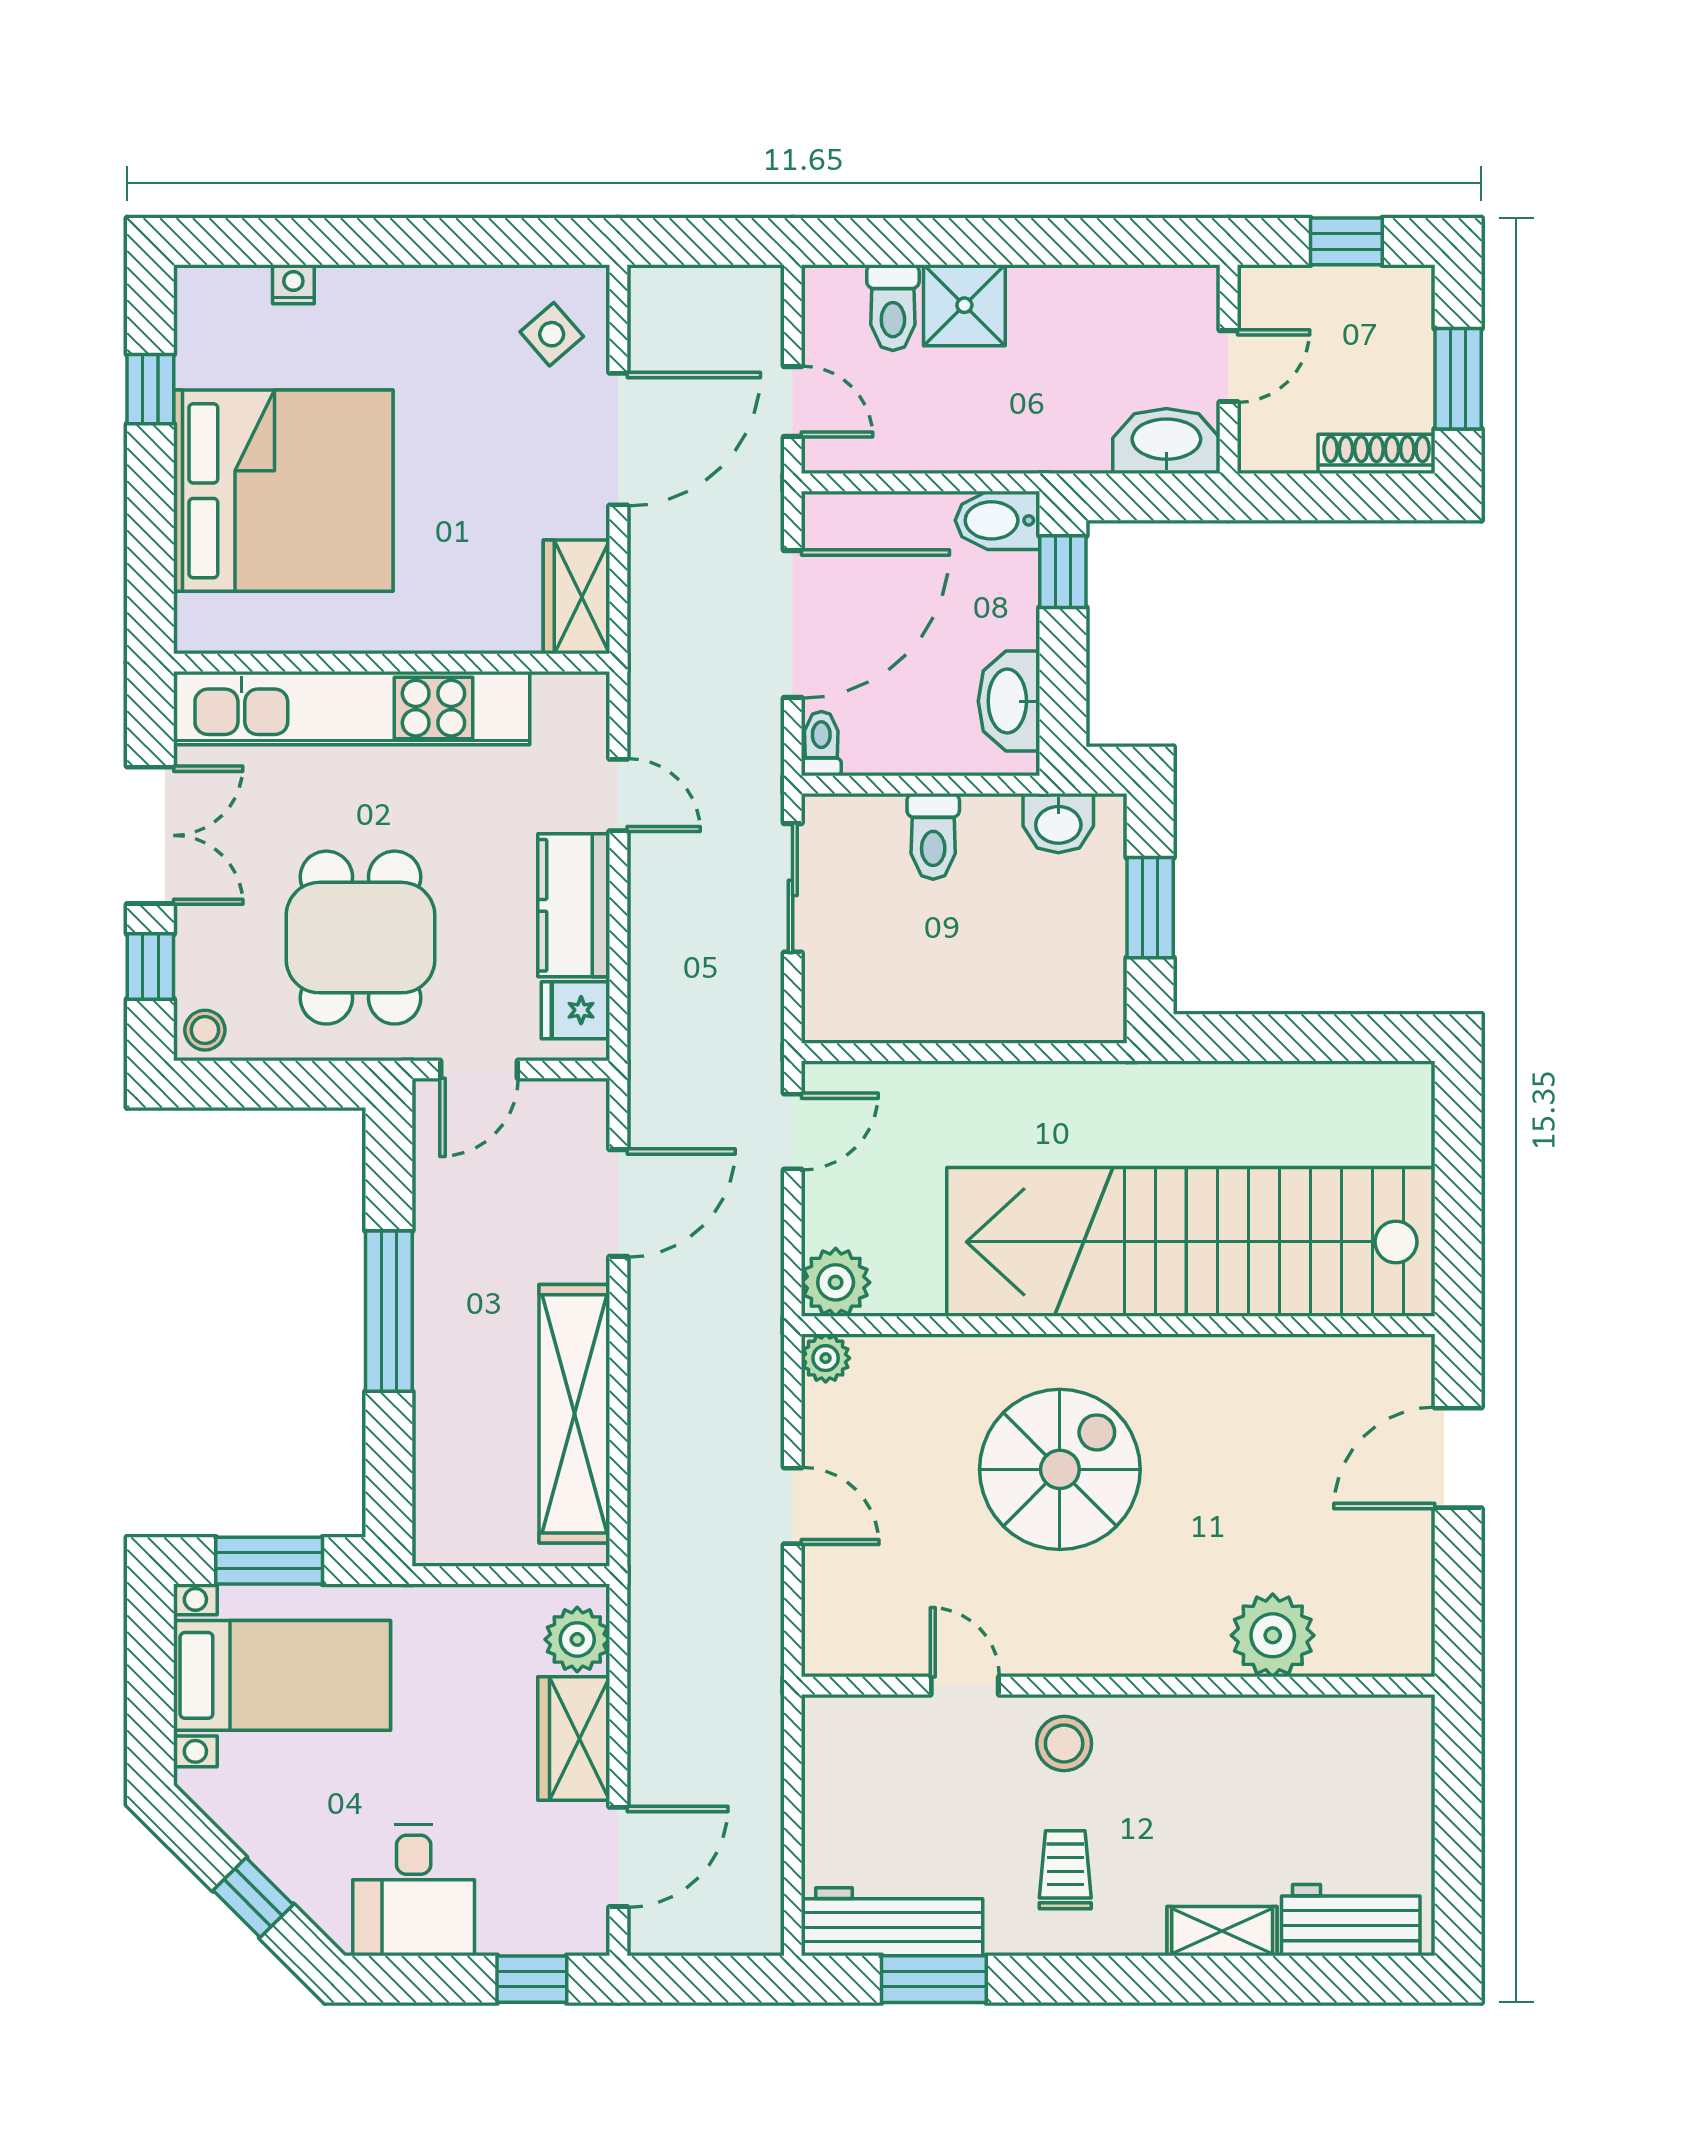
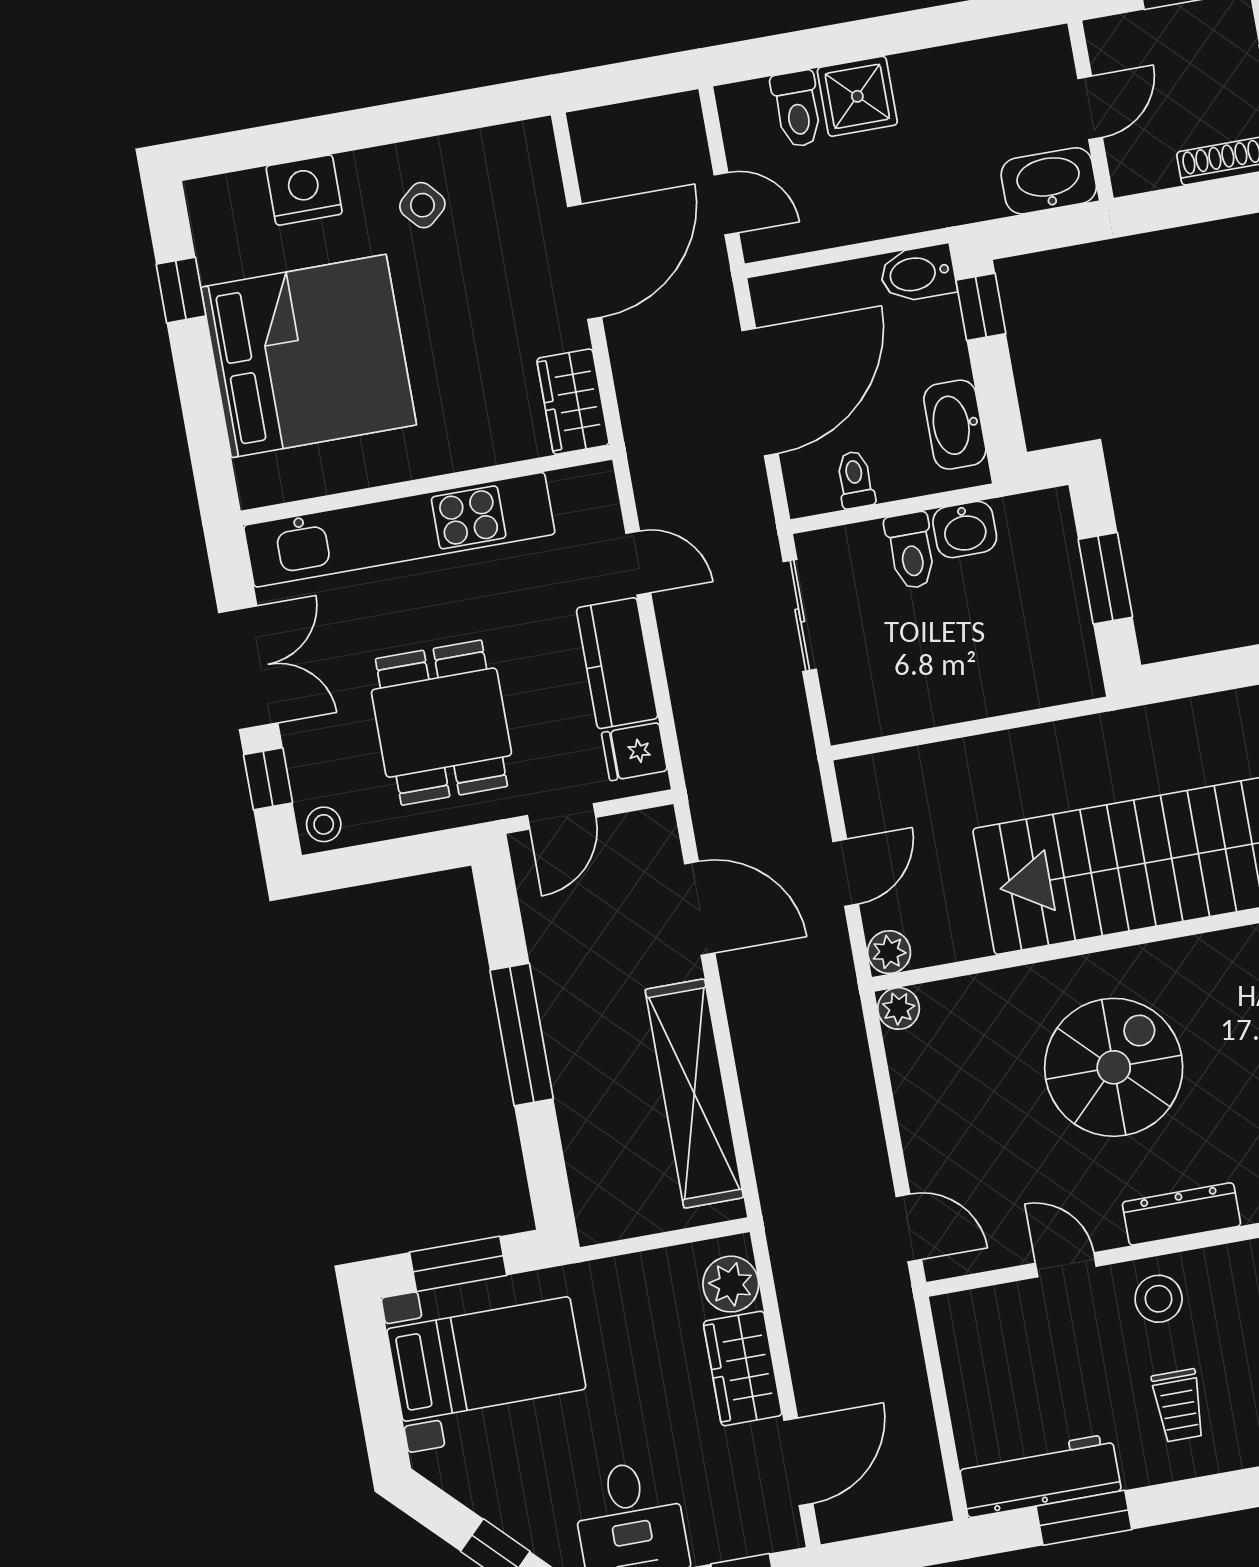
nightstand: (293, 284) -> (304, 190), width x1.89, depth x1.79
side table: (552, 334) -> (422, 205), moved
toilet: (821, 744) -> (855, 480), moved
washbasin: (1058, 823) -> (965, 529), moved
door: (793, 1132) -> (846, 873), moved
door: (618, 1203) -> (700, 908), hinge flipped
plant: (836, 1282) -> (889, 952), width x0.73, depth x0.73
door: (793, 1506) -> (909, 1228), moved
dresser: (1108, 1651) -> (1181, 1214), added
trolley: (1065, 1870) -> (1179, 1405), turned 180

